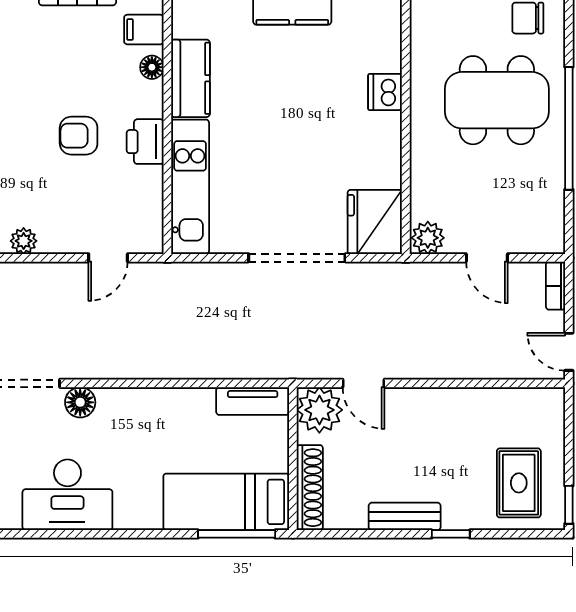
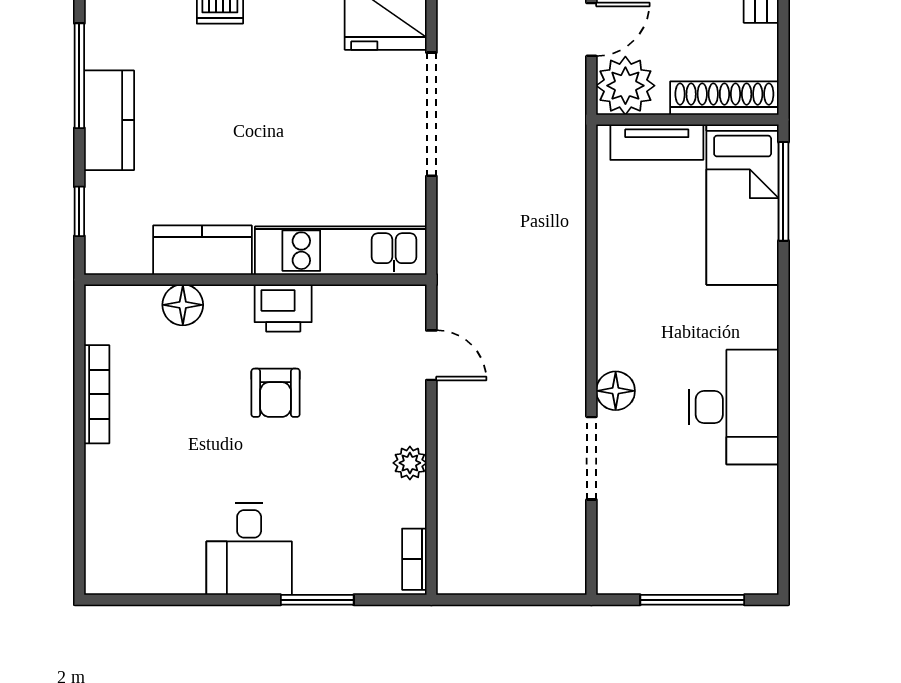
filing cabinet: (144, 30) -> (140, 310), removed
floor lamp: (152, 67) -> (183, 305), width x1.37, depth x1.37
tv unit: (253, 401) -> (657, 142), moved, turned 90

